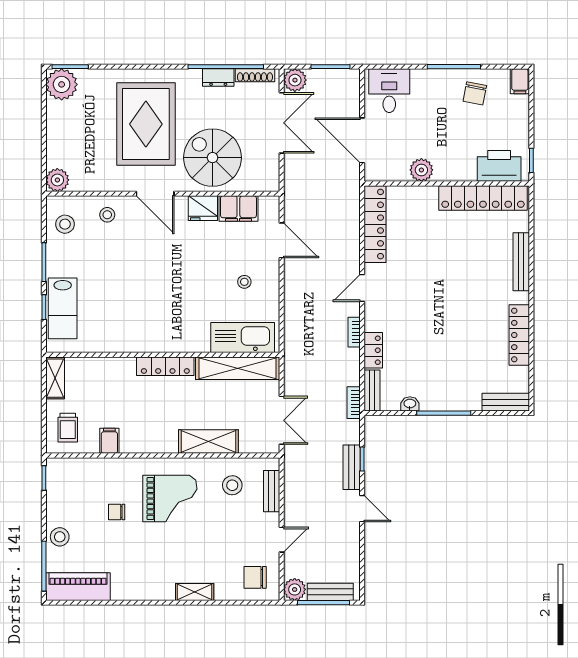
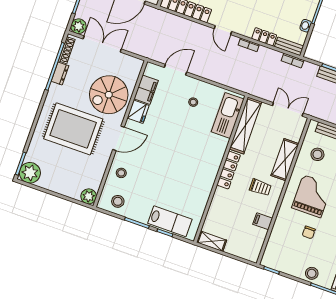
trolley: (68, 428) -> (260, 187), moved

